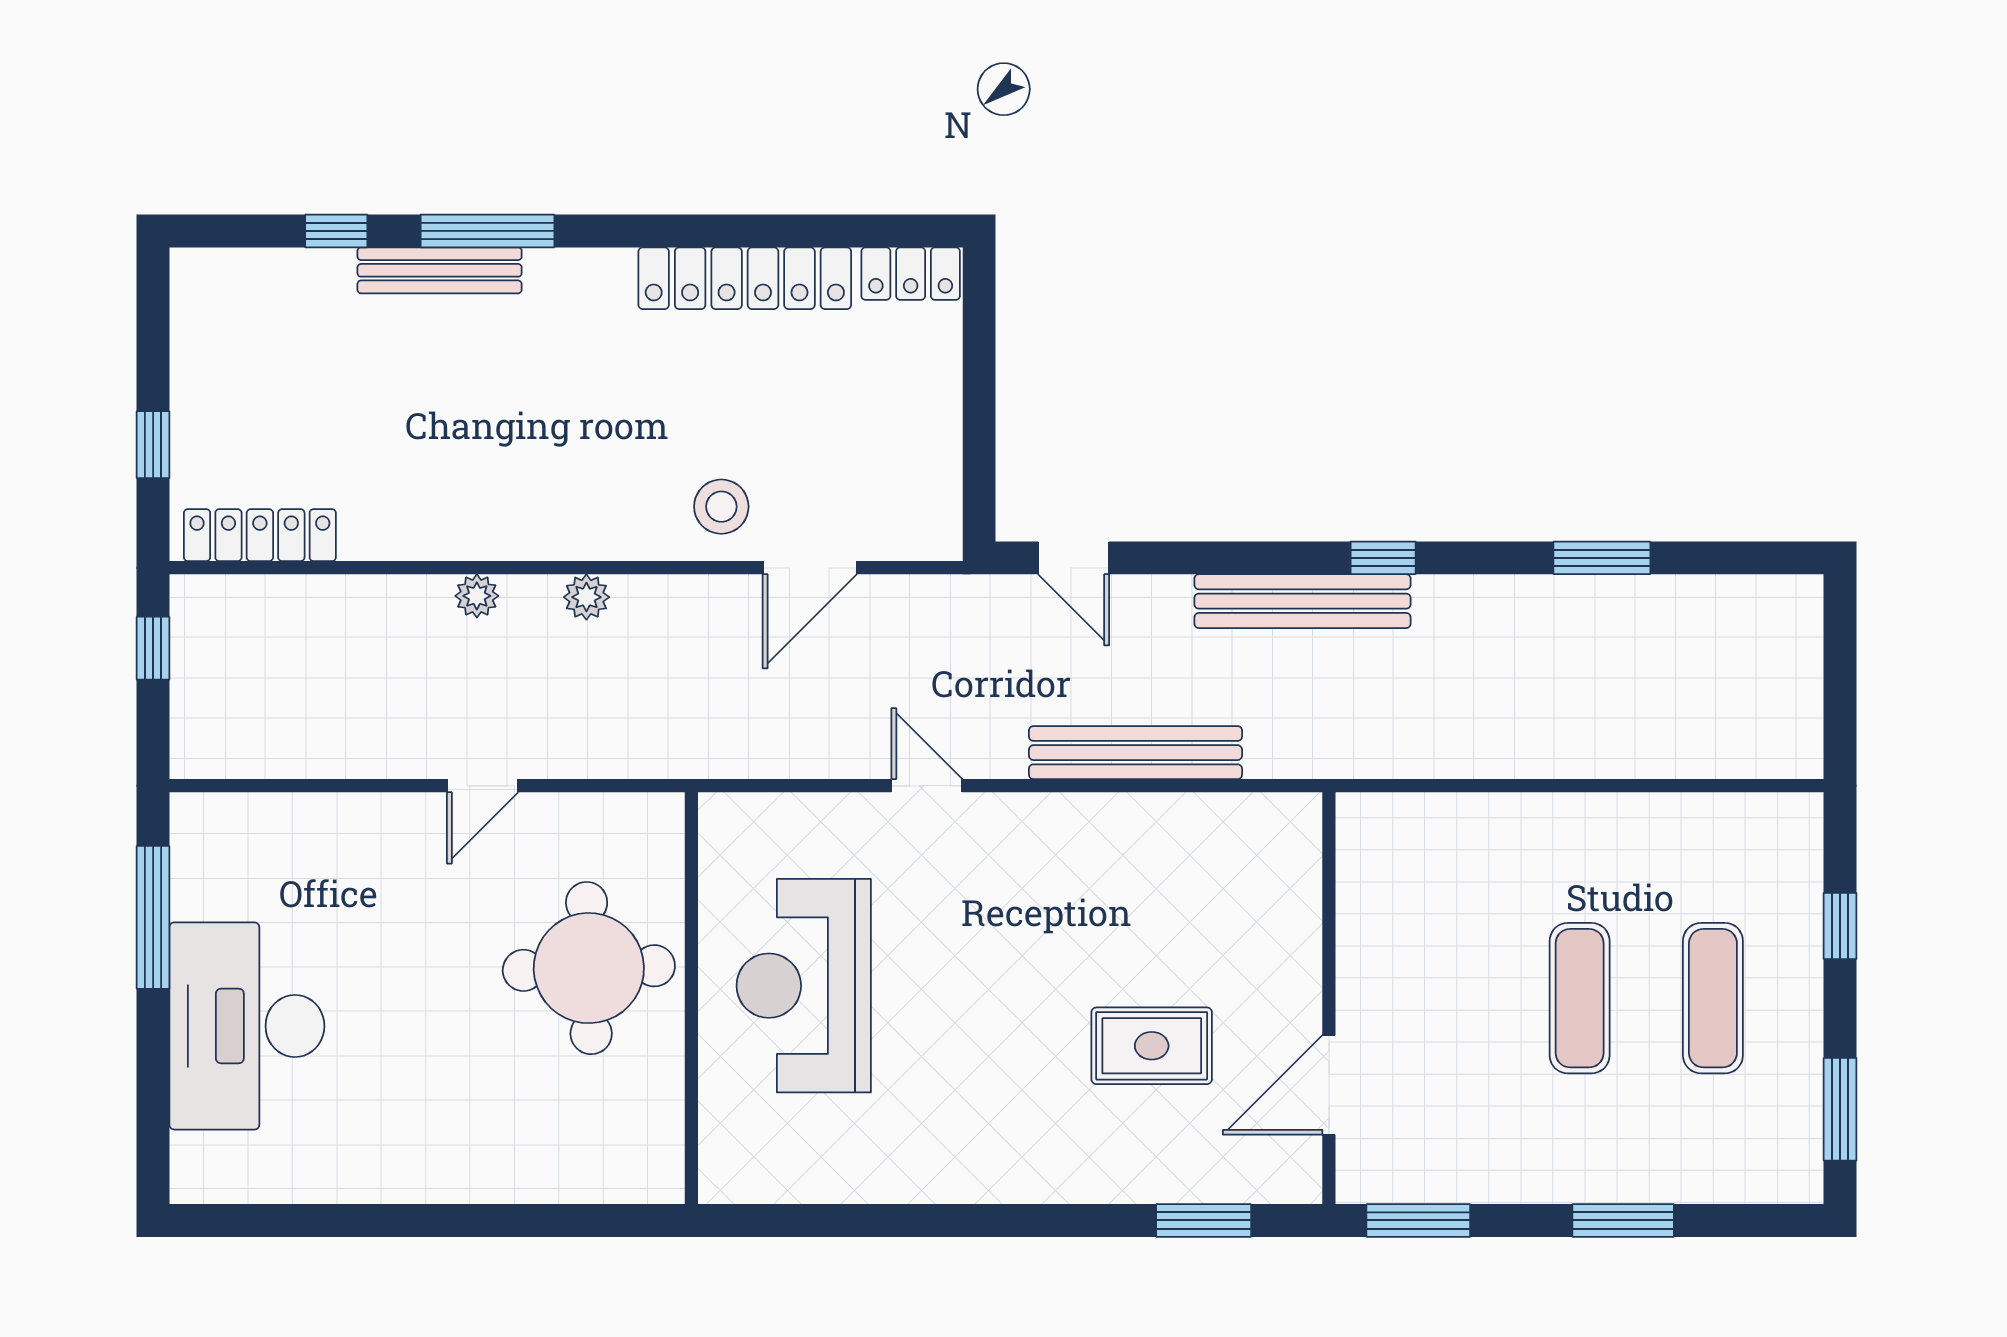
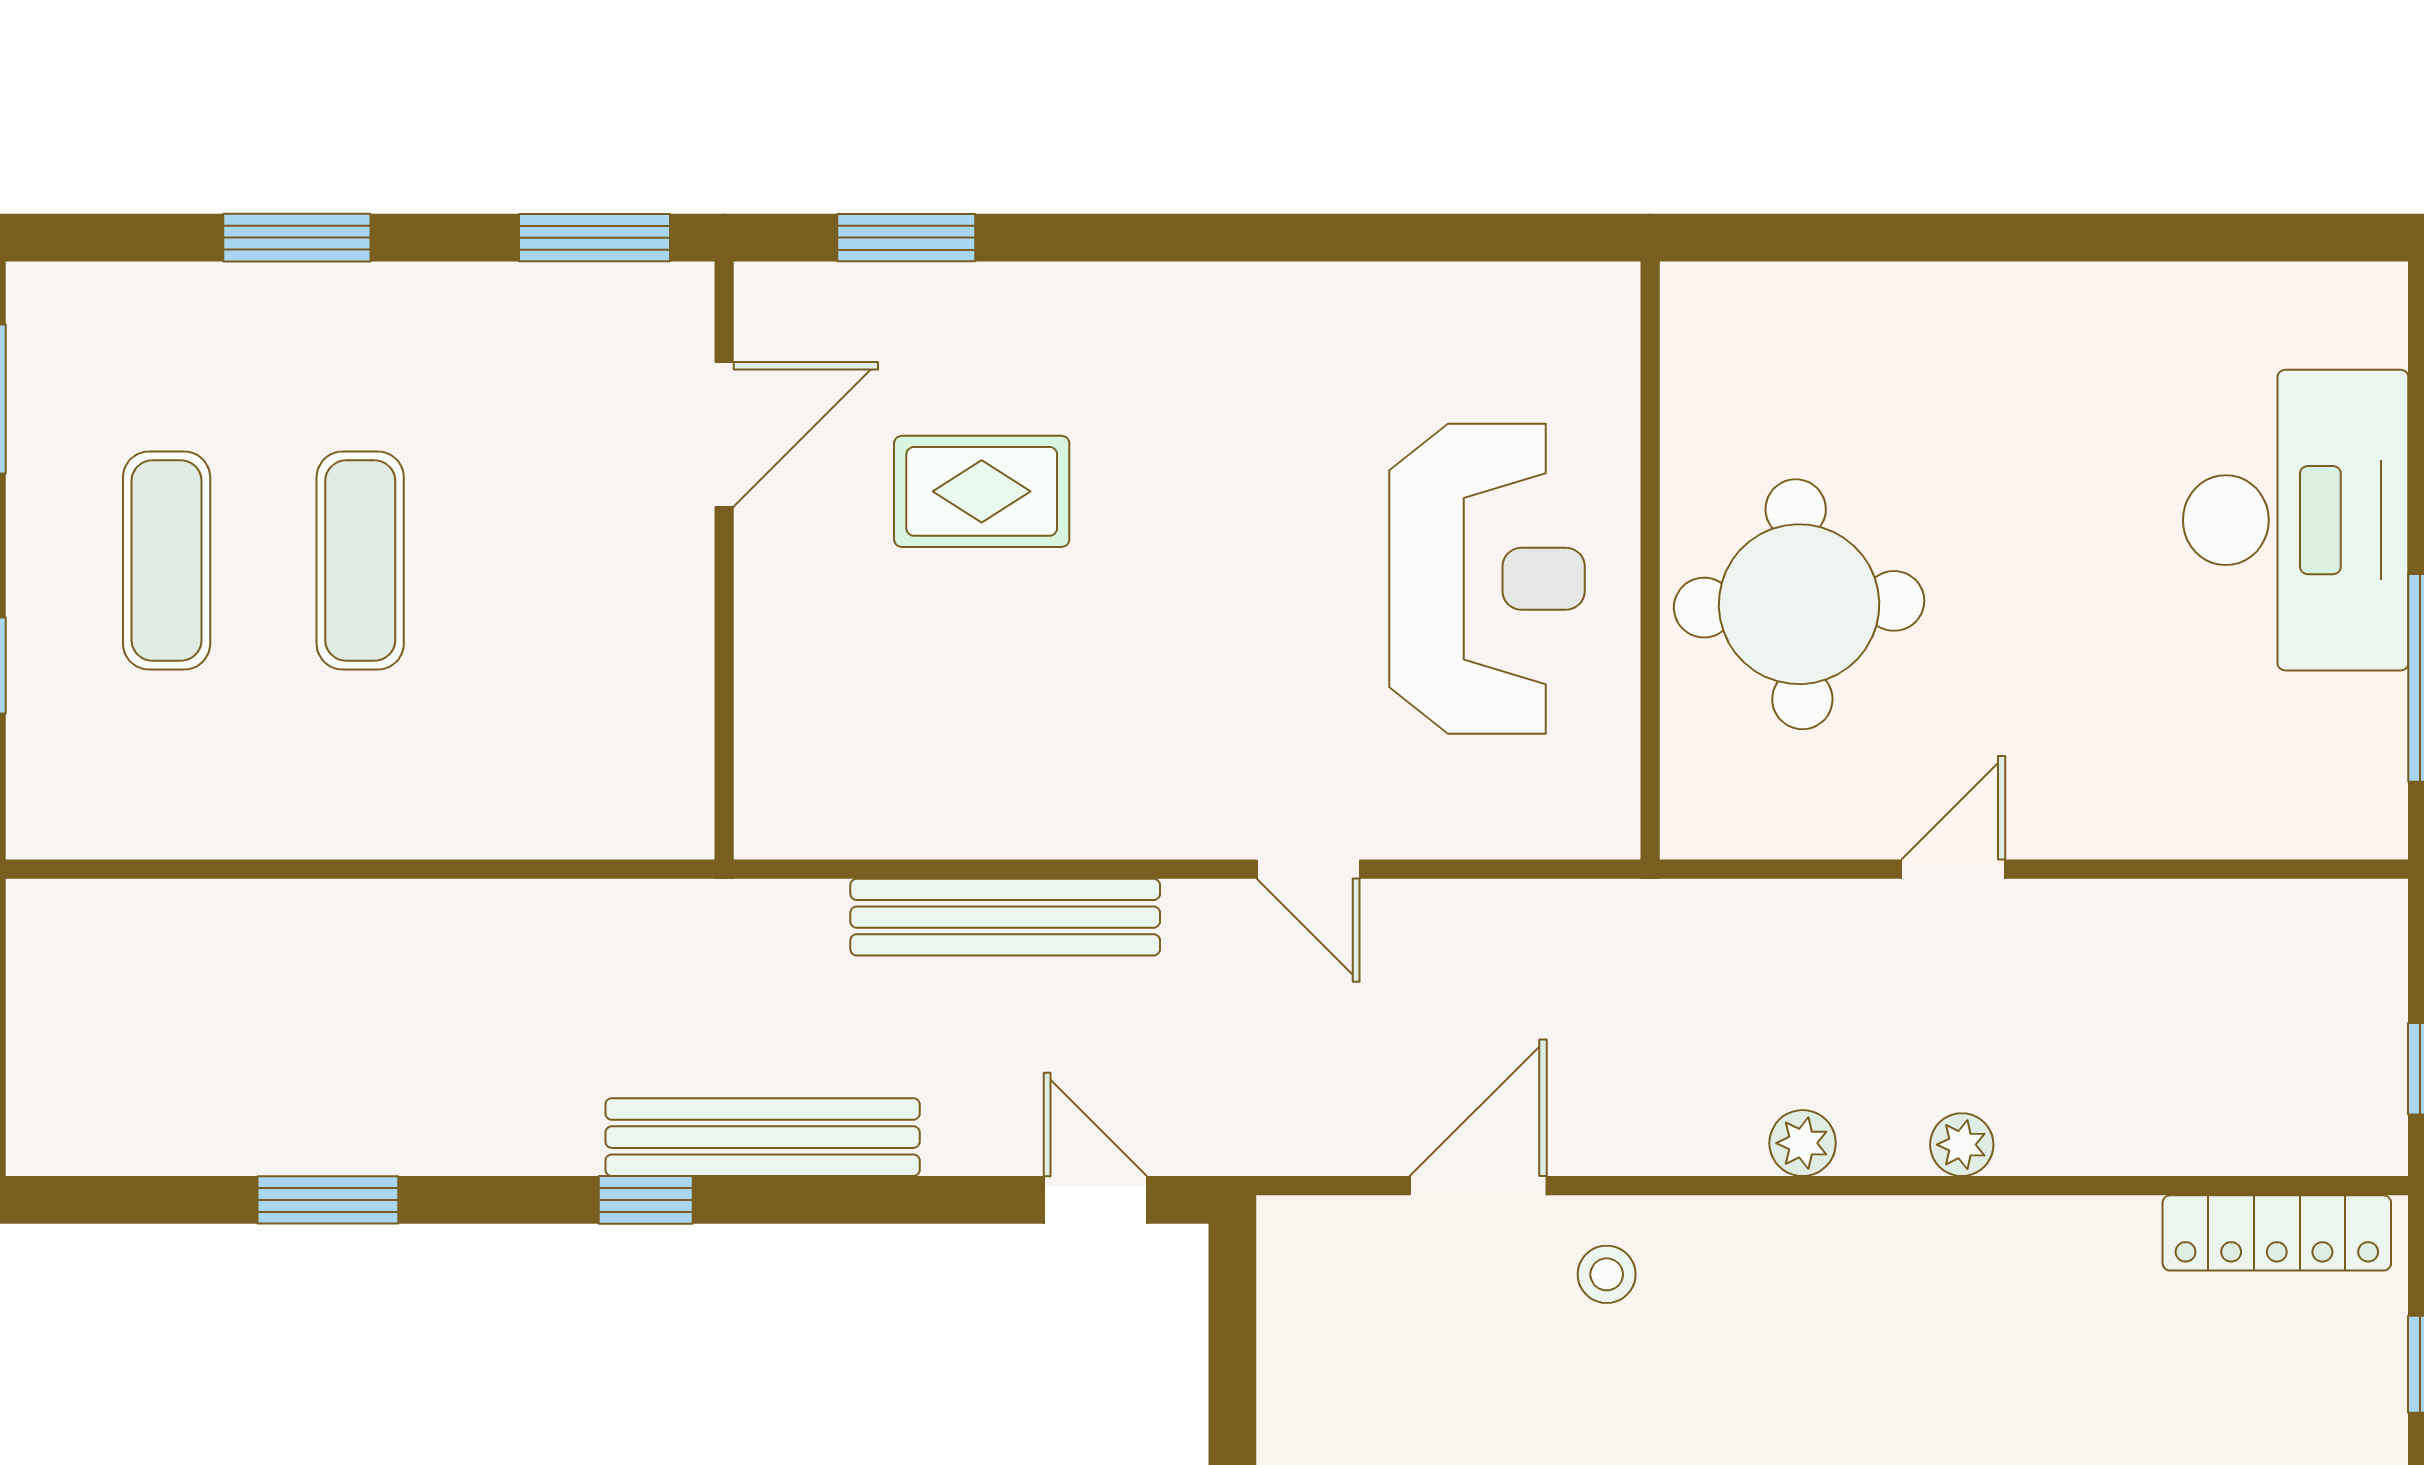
stool: (721, 507) -> (1607, 1274), width x0.73, depth x0.73

